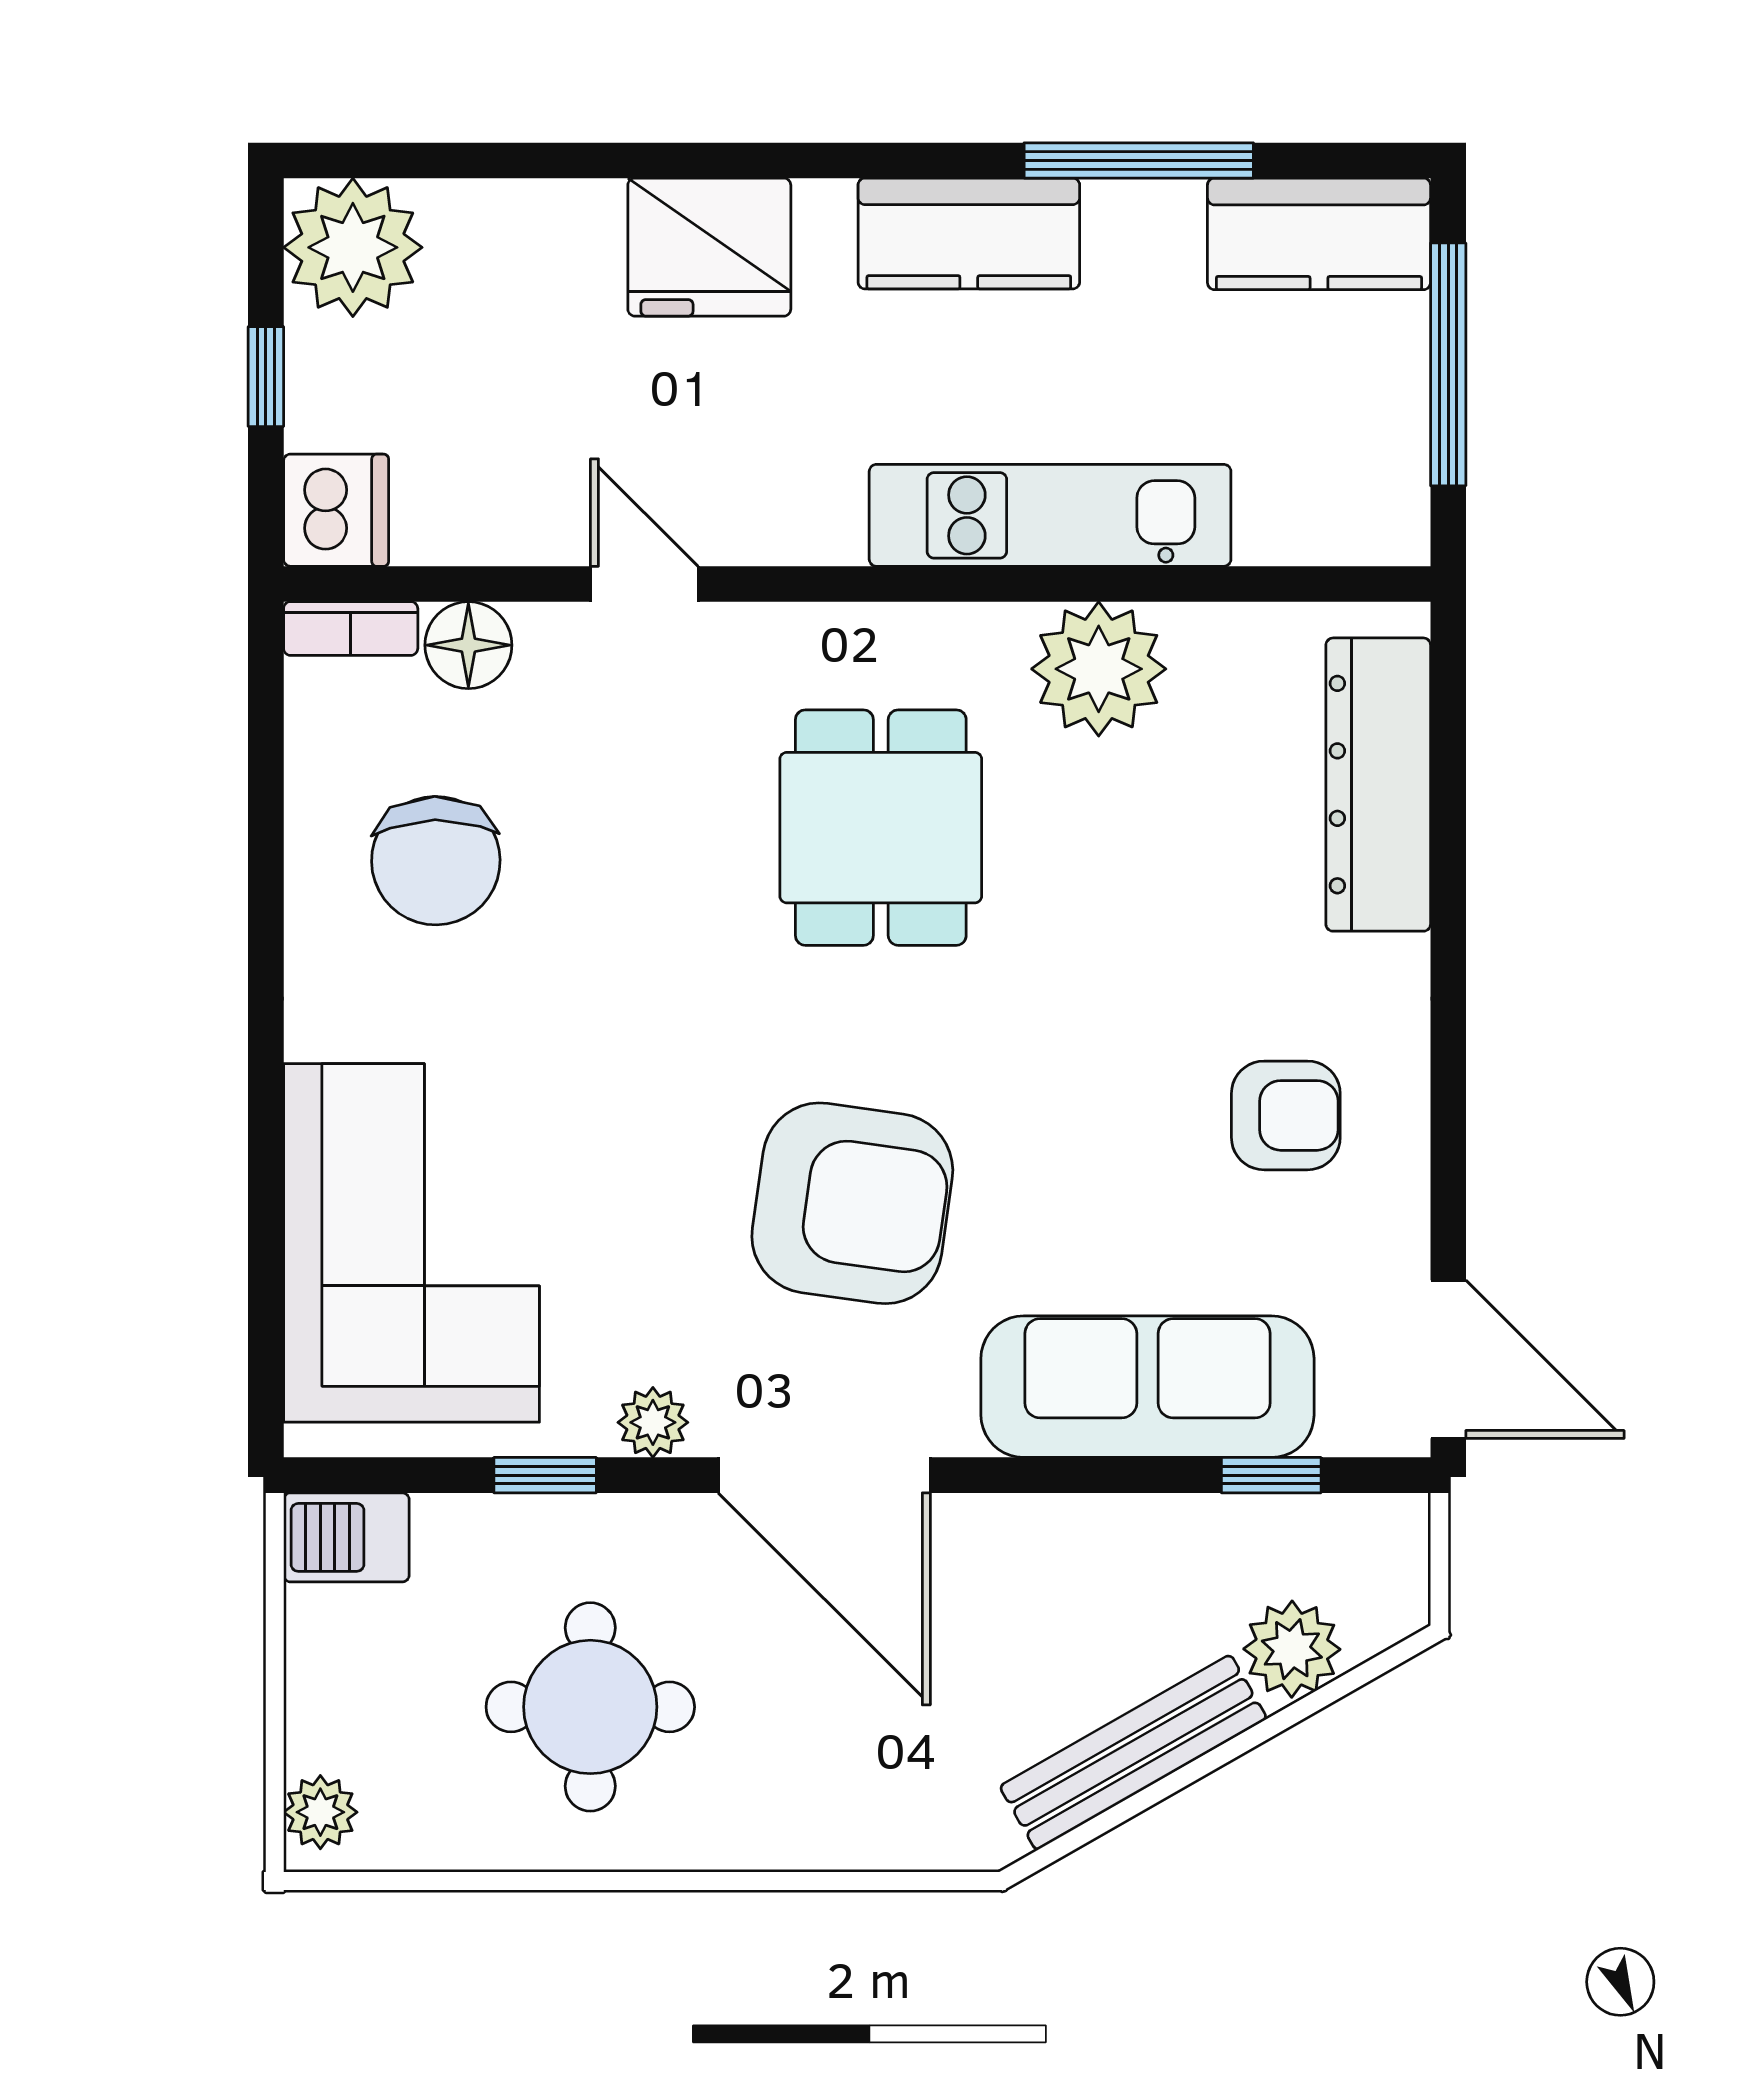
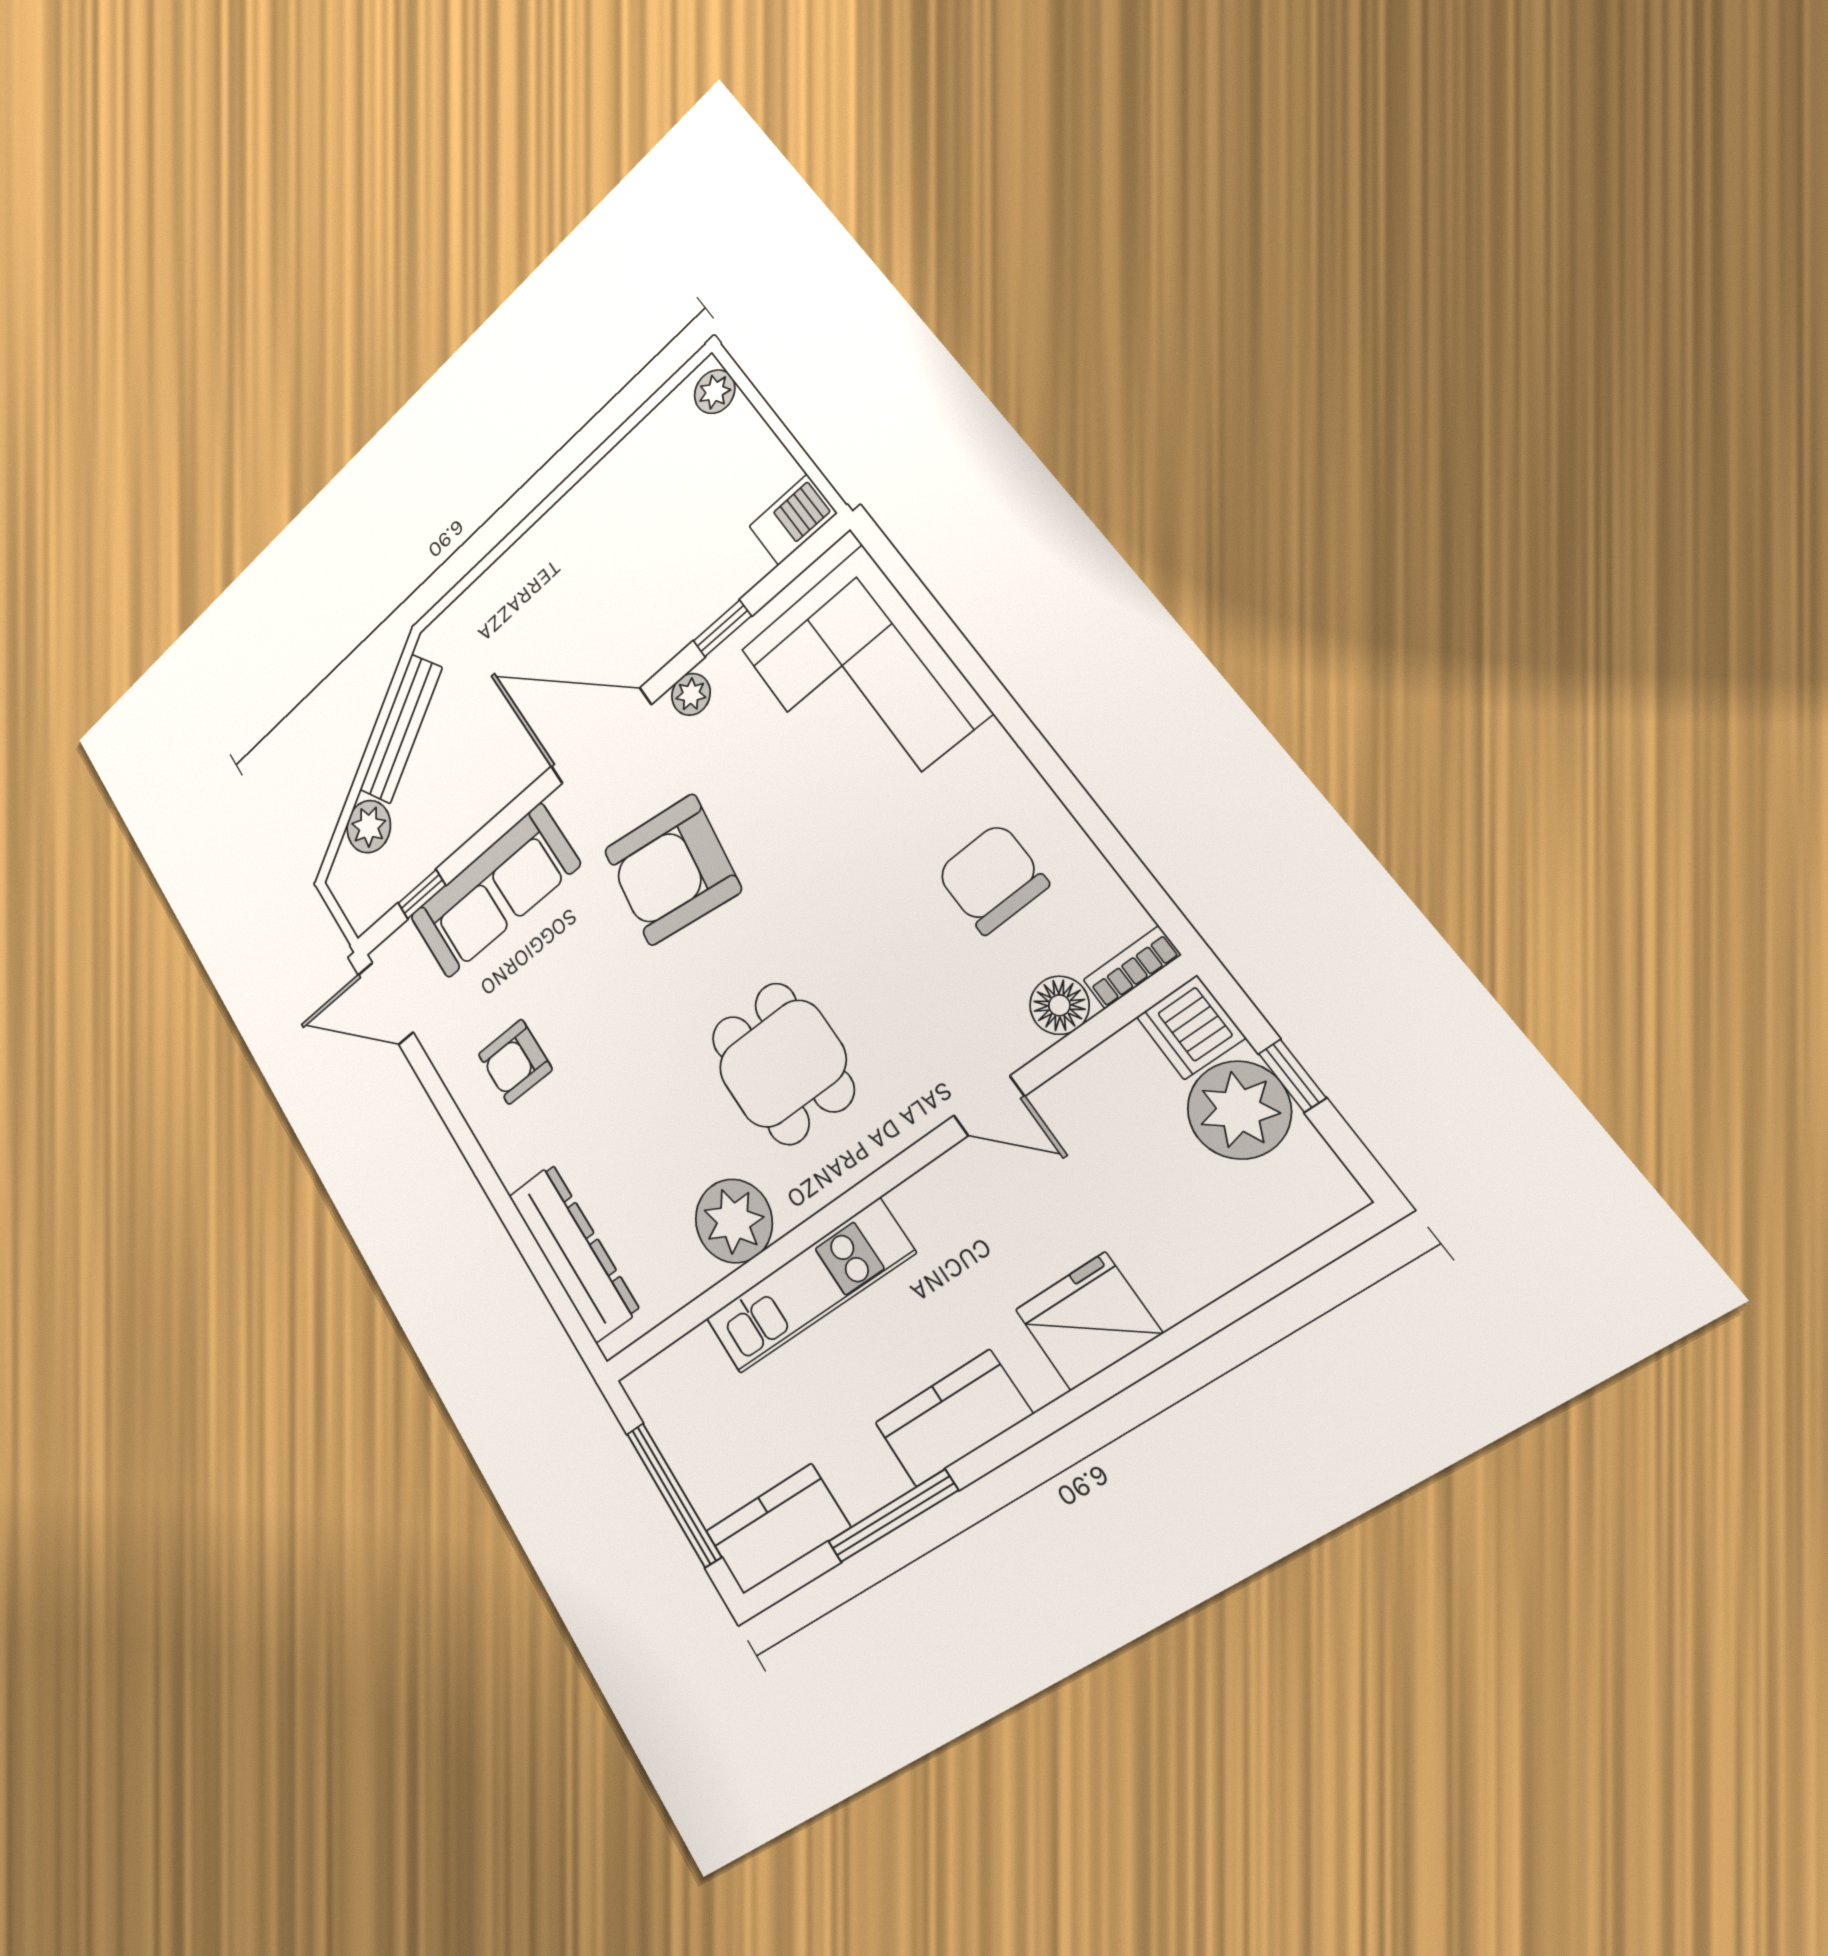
plant: (353, 247) -> (1239, 1110), moved
round table: (590, 1707) -> (630, 546), removed

